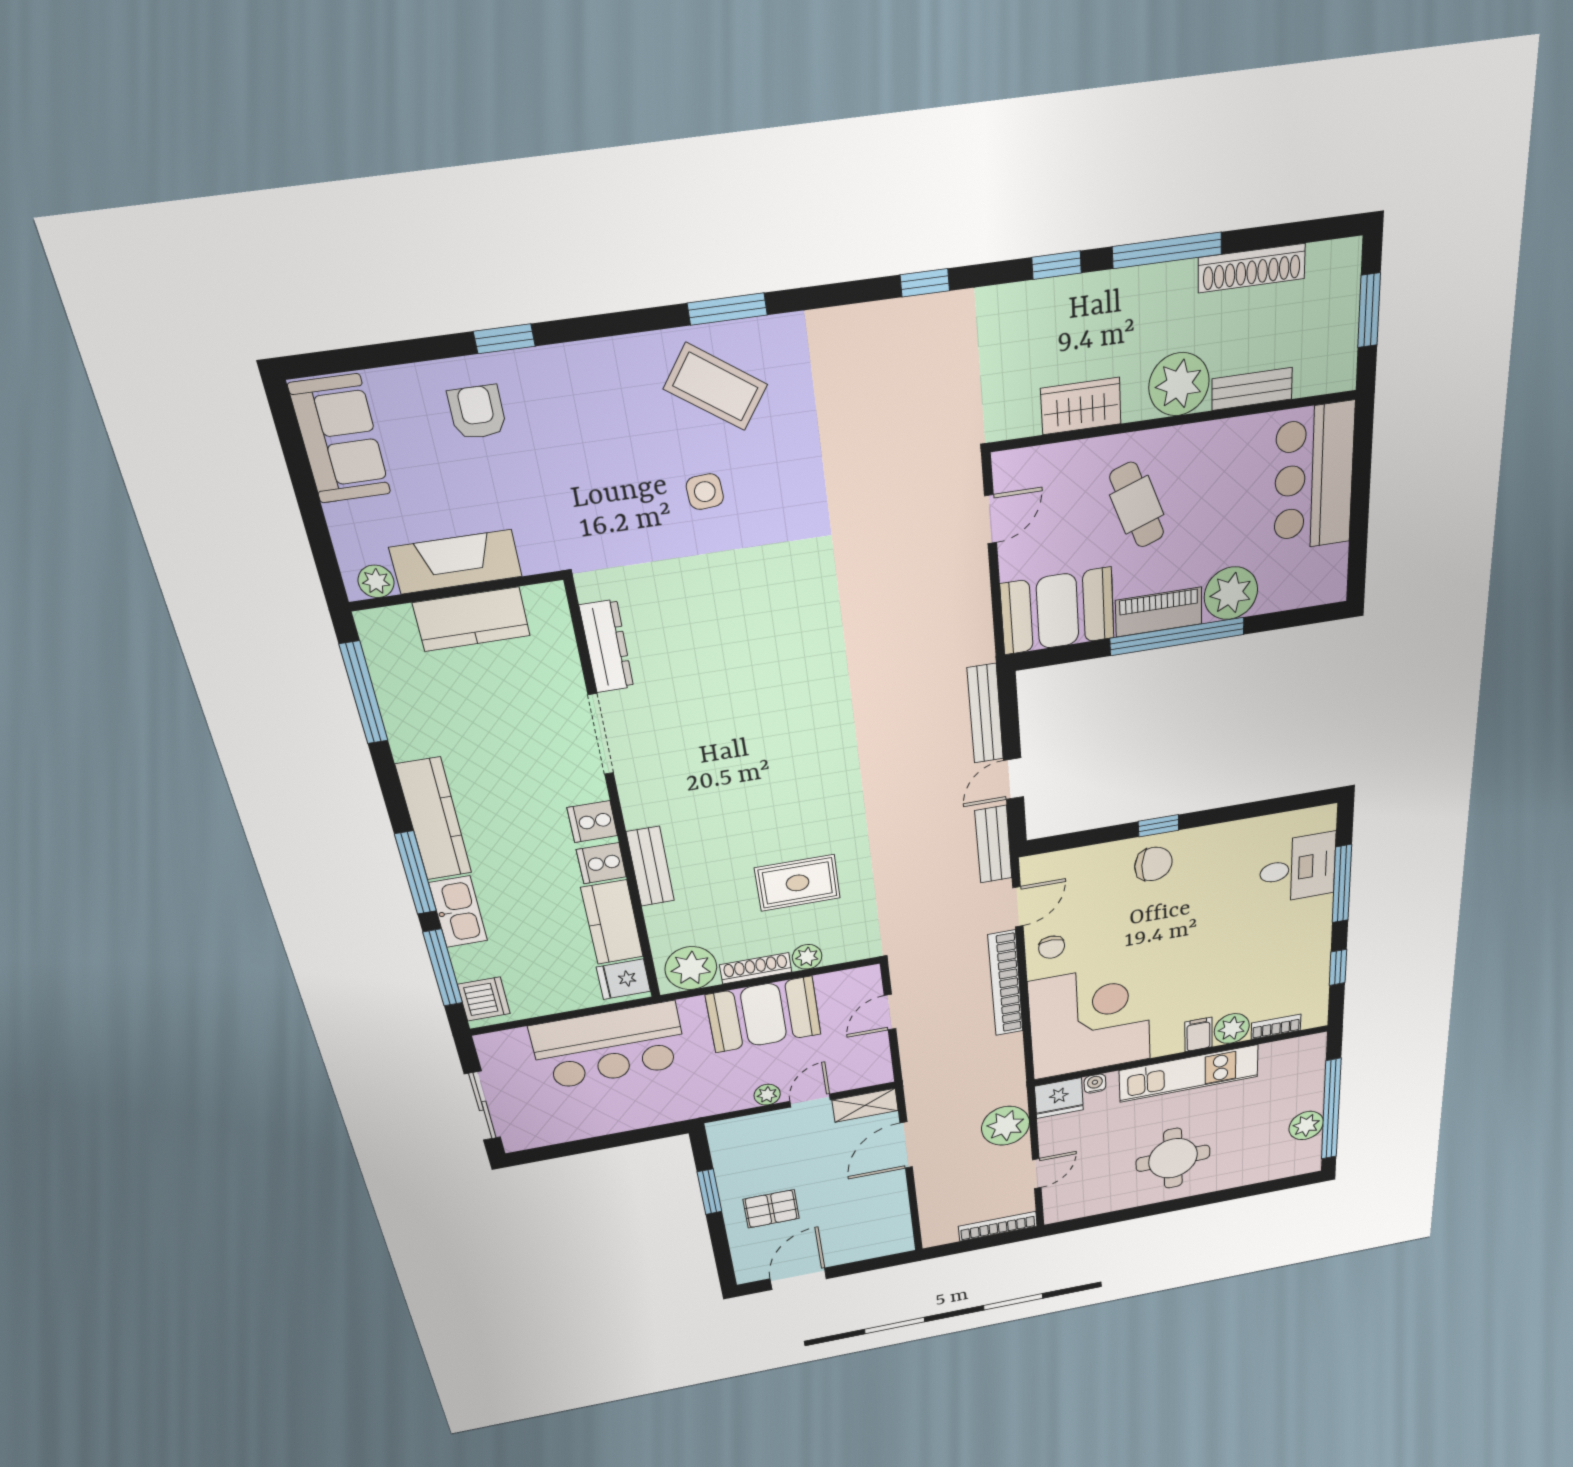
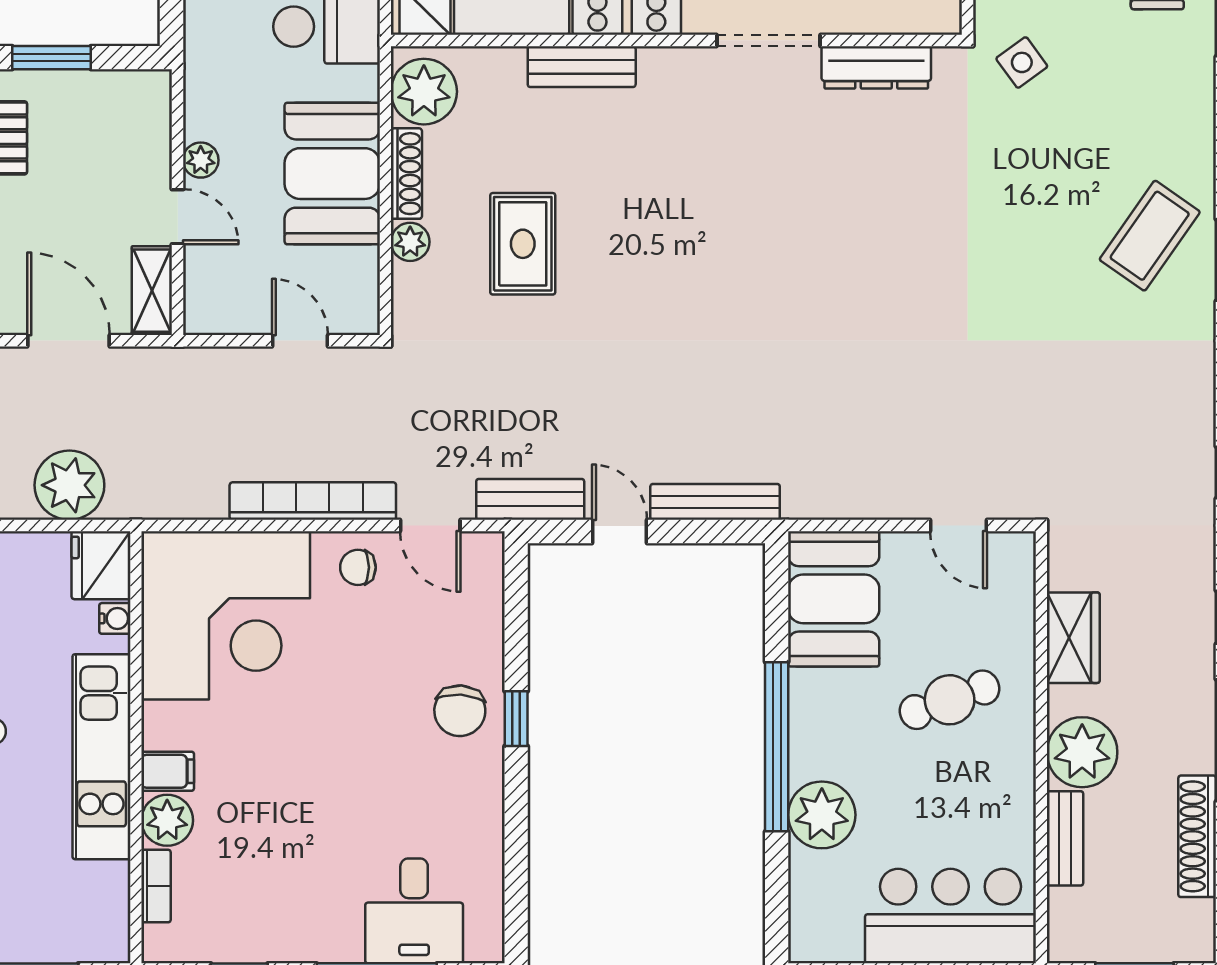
side table: (705, 492) -> (1022, 62), moved, turned -32
piano: (1159, 612) -> (812, 724), removed

